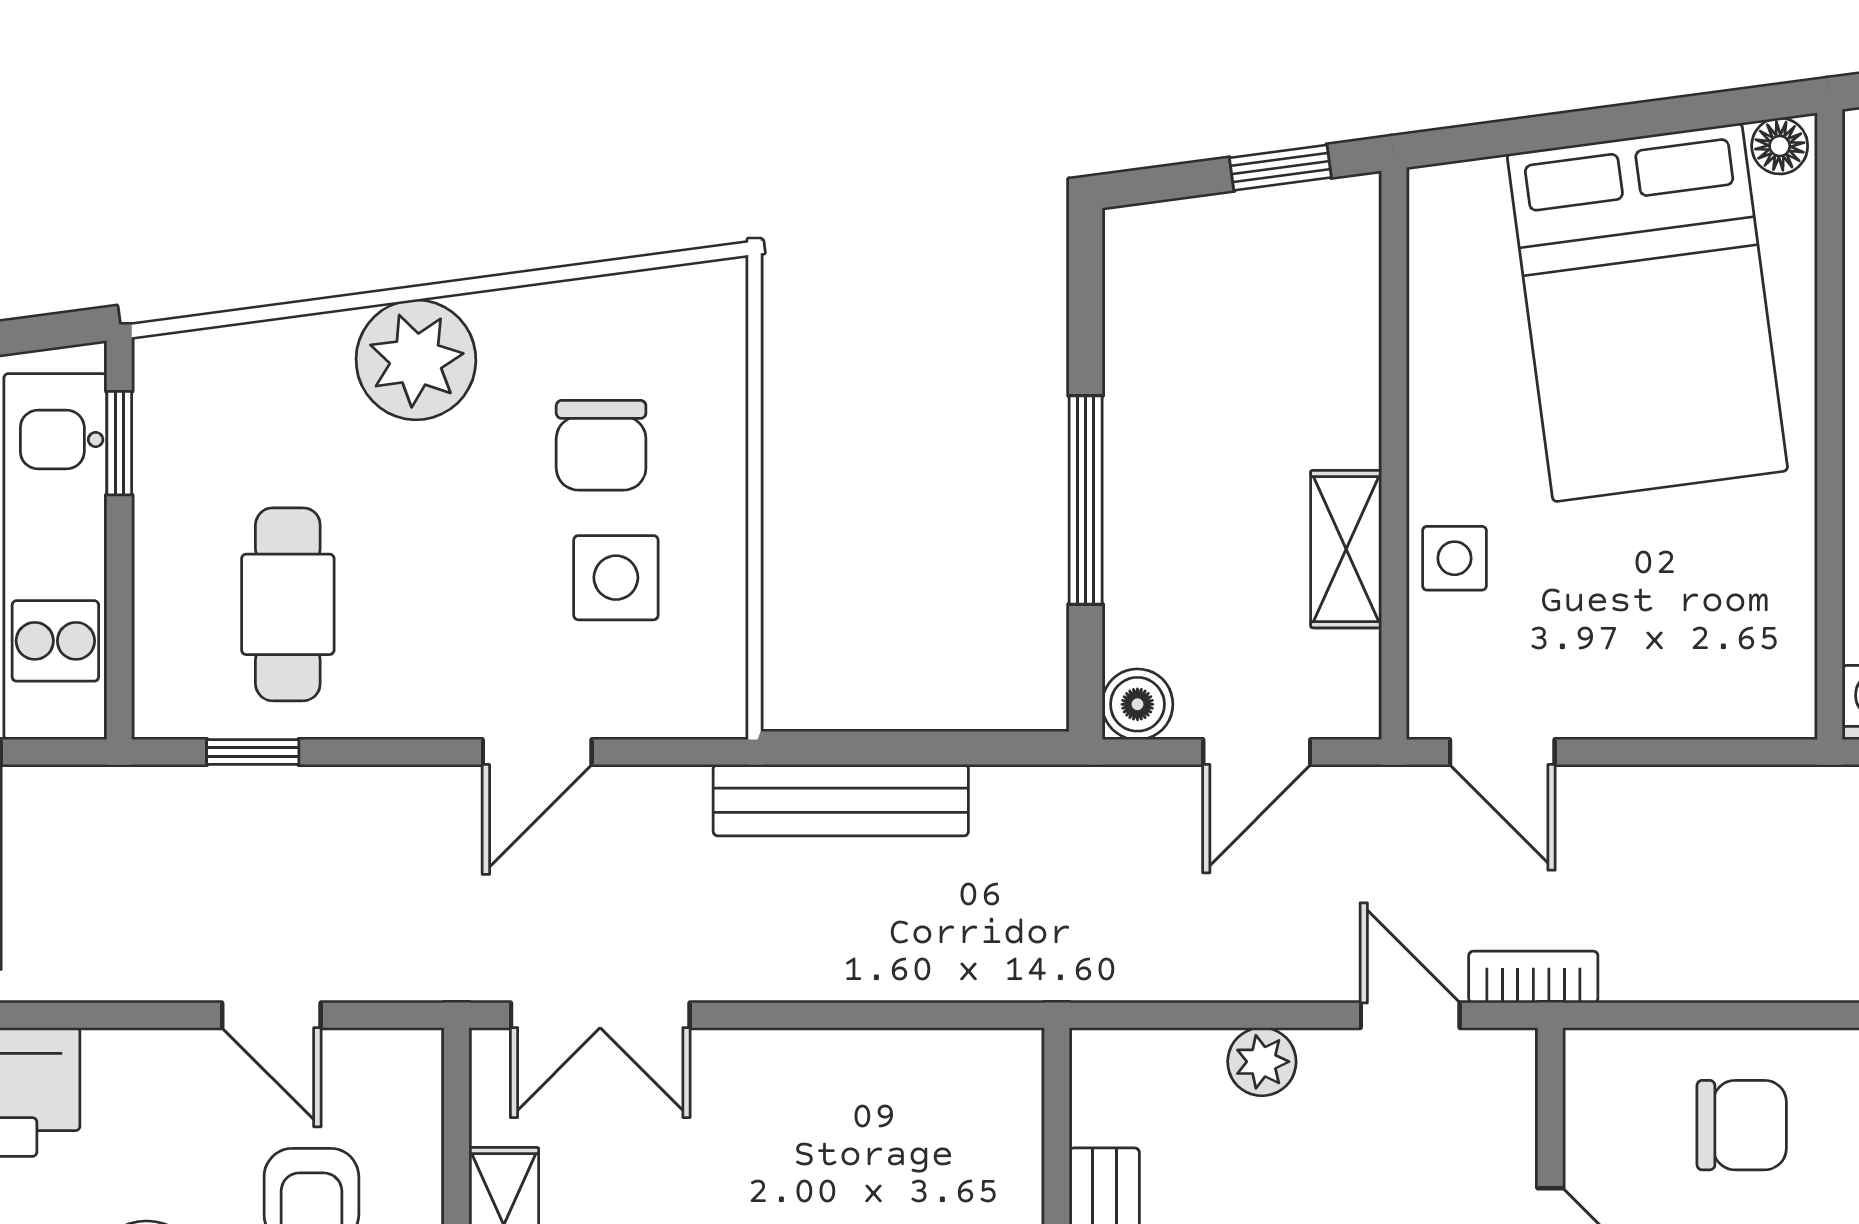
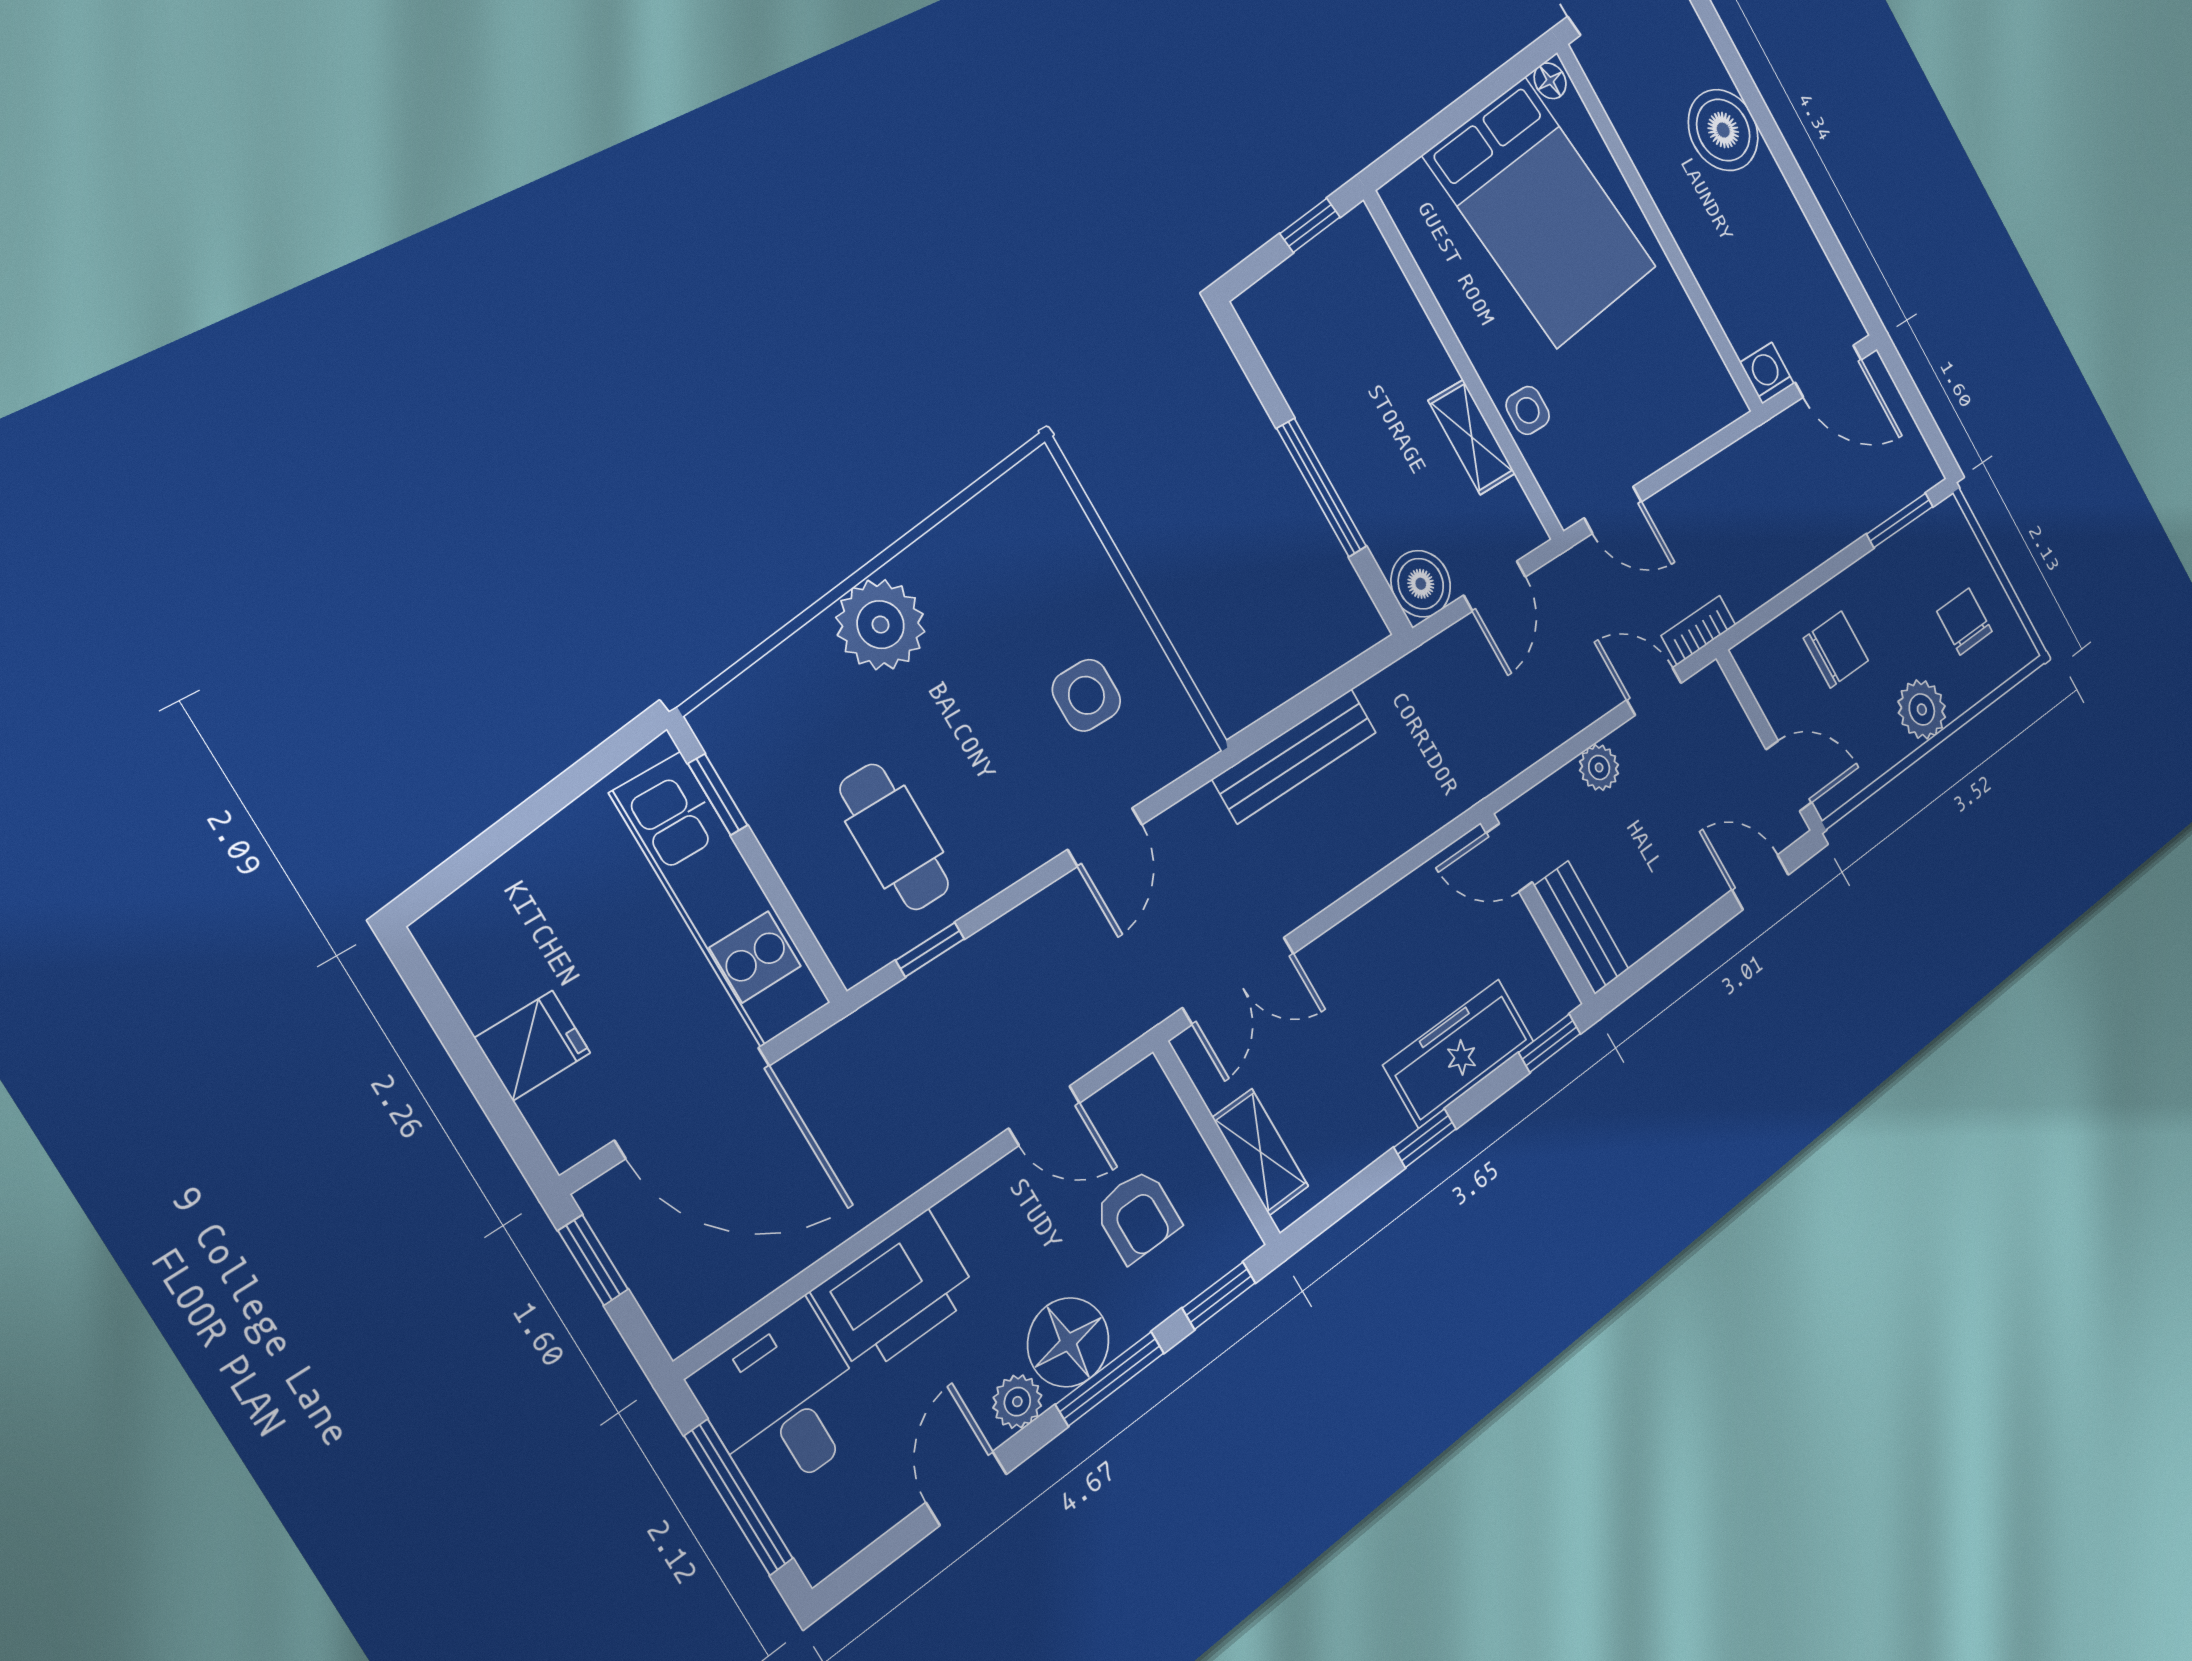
chair: (601, 445) -> (1028, 615), removed
boiler: (1137, 704) -> (1421, 584), width x1.36, depth x1.36
door: (1057, 1094) -> (1509, 858), added

